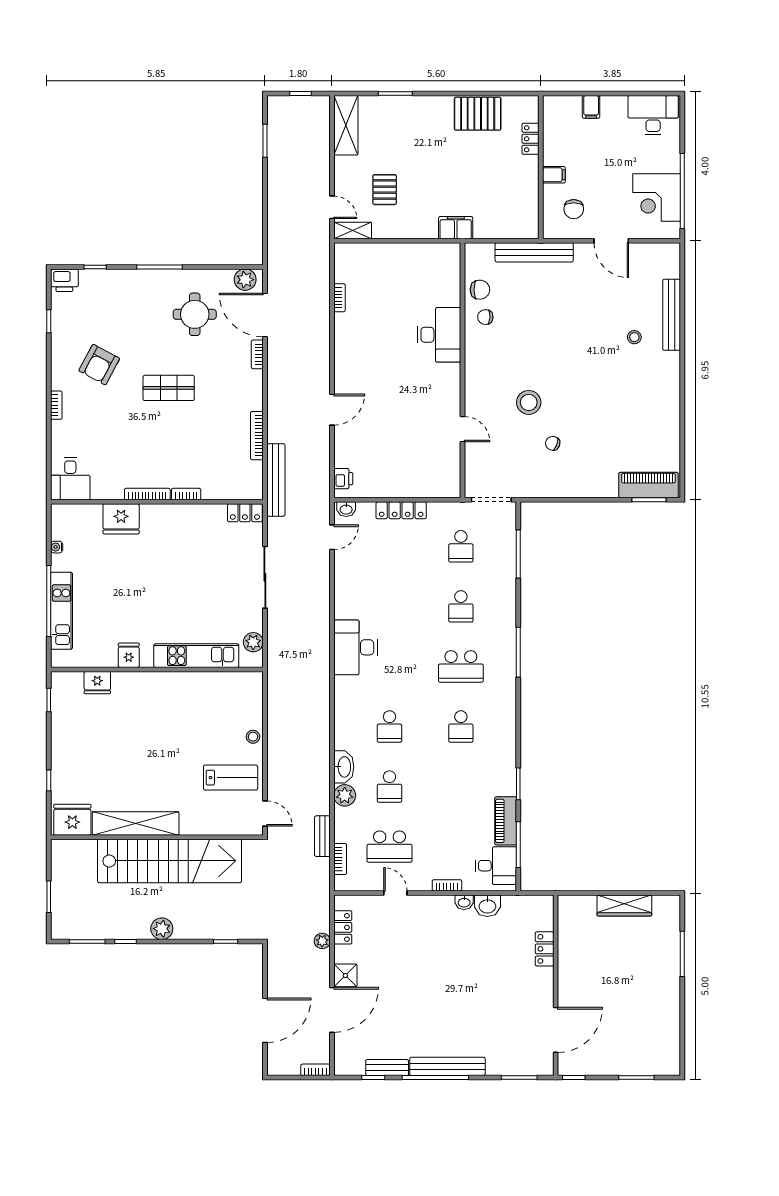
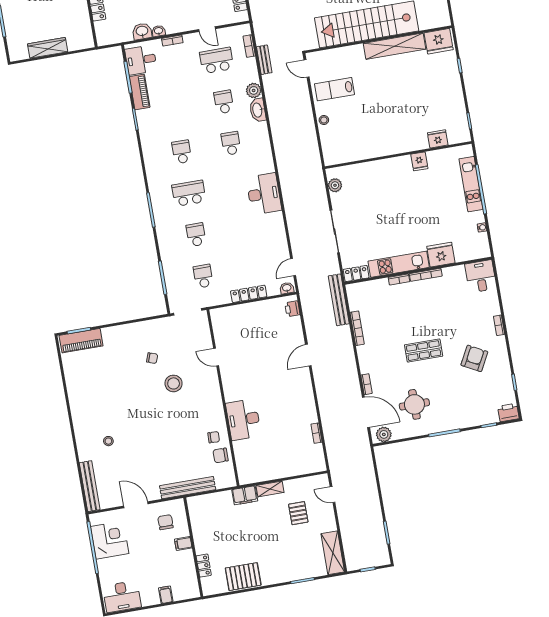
shelving: (353, 230) -> (270, 489), moved
bench: (672, 315) -> (90, 486), moved
kitchen unit: (196, 656) -> (399, 264), moved, turned 180

